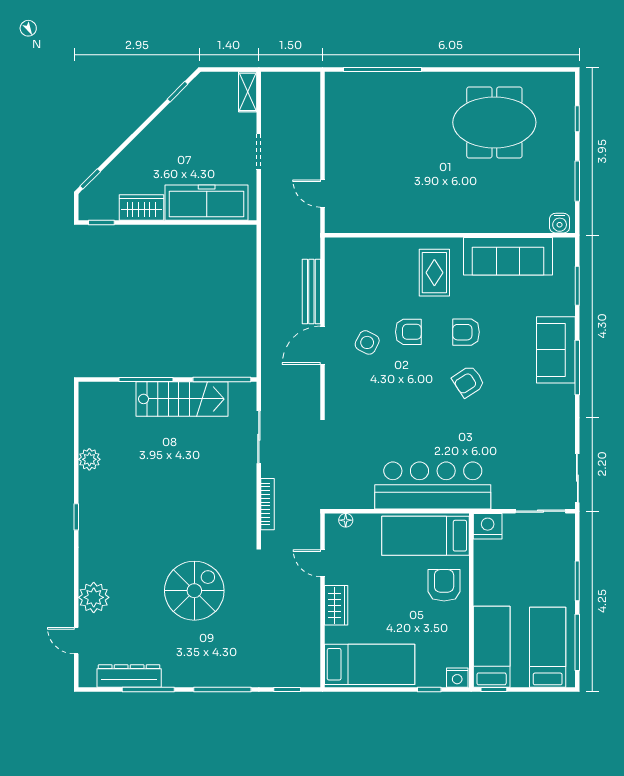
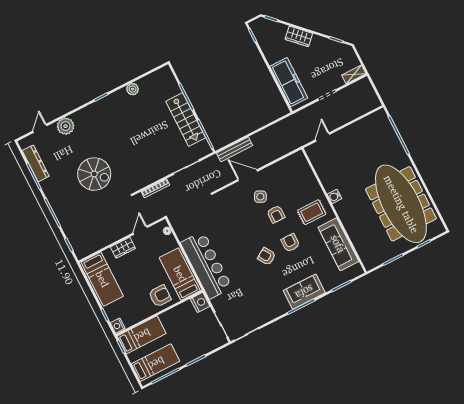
meeting table: (494, 122) -> (401, 204), width x1.86, depth x1.27
wardrobe: (141, 207) -> (299, 36), moved, turned 135
water cooler: (560, 223) -> (334, 196), moved
bench: (311, 292) -> (235, 149), moved

